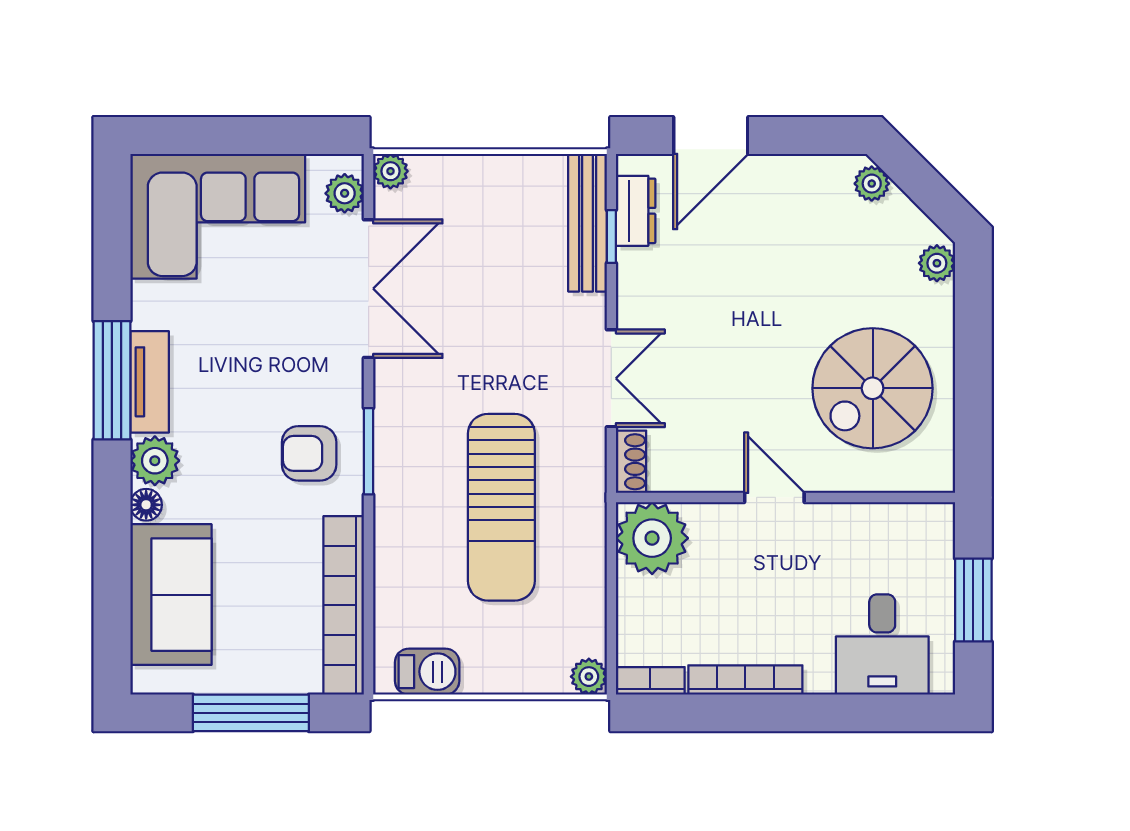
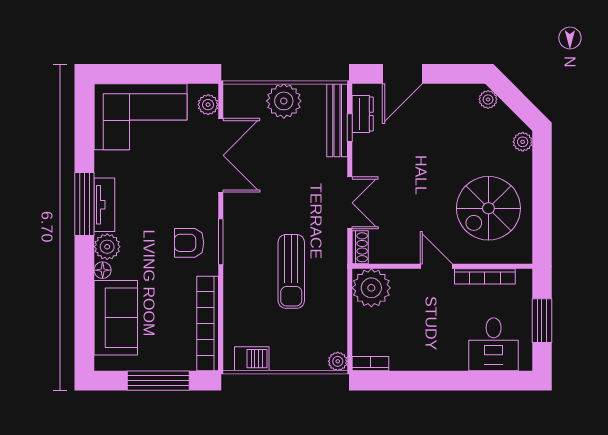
plant: (390, 171) -> (284, 101), moved, width x1.87, depth x1.87
sun lounger: (501, 507) -> (291, 271), width x0.73, depth x0.75
bookcase: (745, 680) -> (485, 276), moved, turned 180

